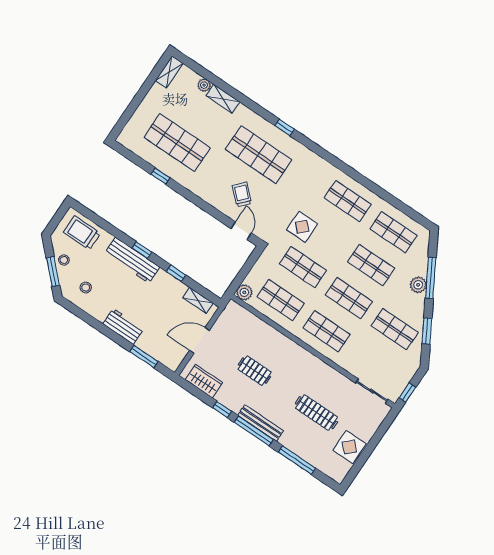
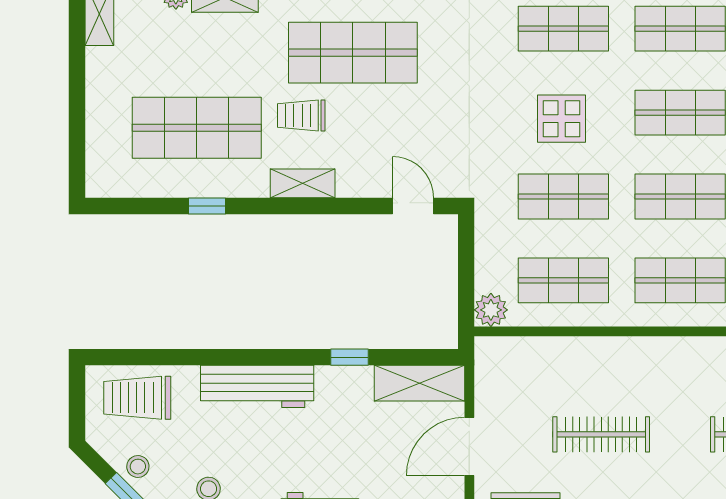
shelving: (204, 193) -> (303, 183), added
trolley: (242, 195) -> (301, 115), moved, turned -43
display table: (302, 227) -> (562, 119), moved
window: (142, 250) -> (262, 357), removed
shelving: (198, 300) -> (419, 383), width x1.50, depth x1.33
clothes rail: (255, 371) -> (601, 434), width x1.36

